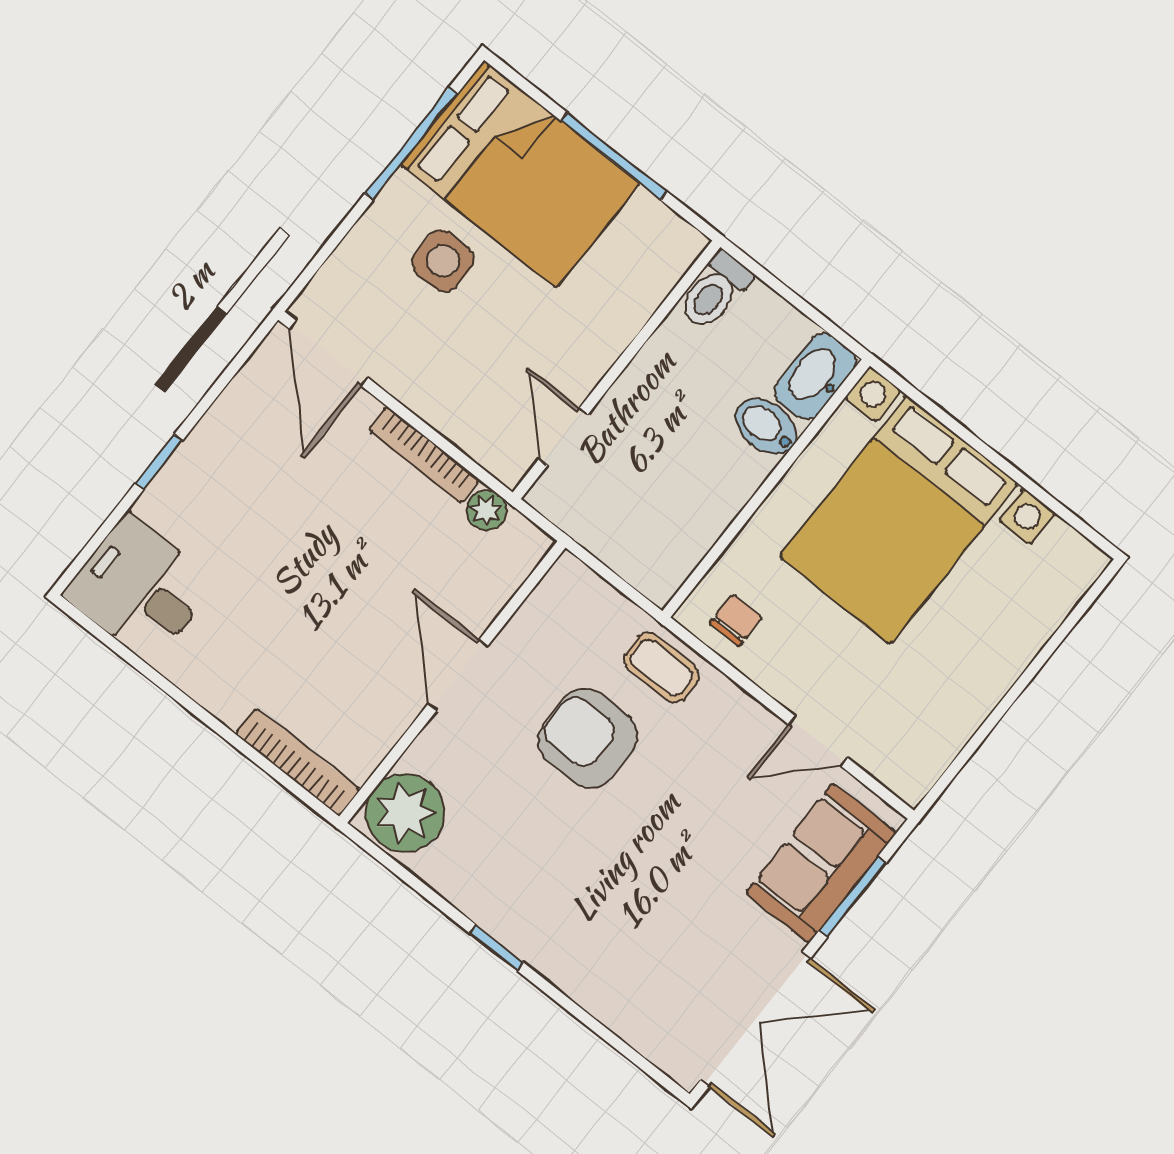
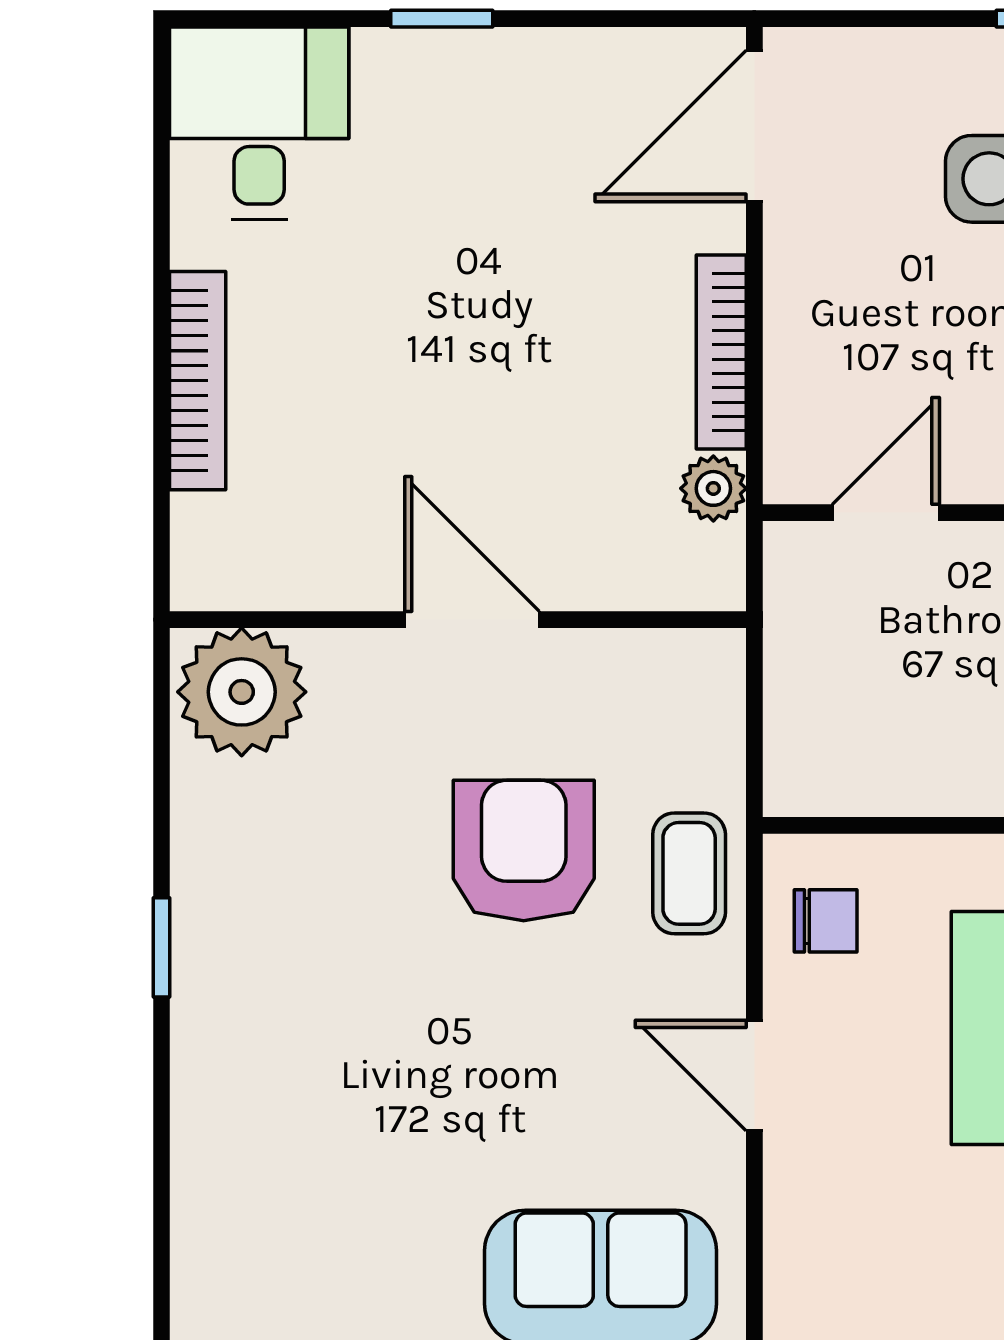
door: (458, 675) -> (472, 620), hinge flipped
door: (818, 741) -> (754, 1076), moved
bookcase: (298, 762) -> (198, 381), moved

